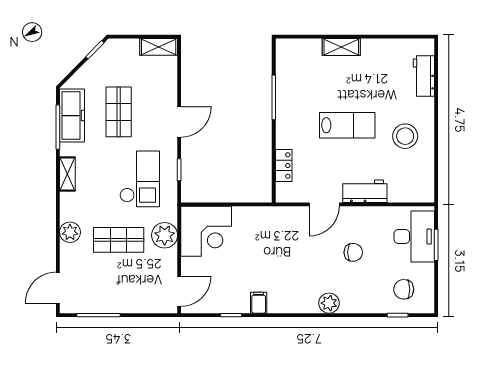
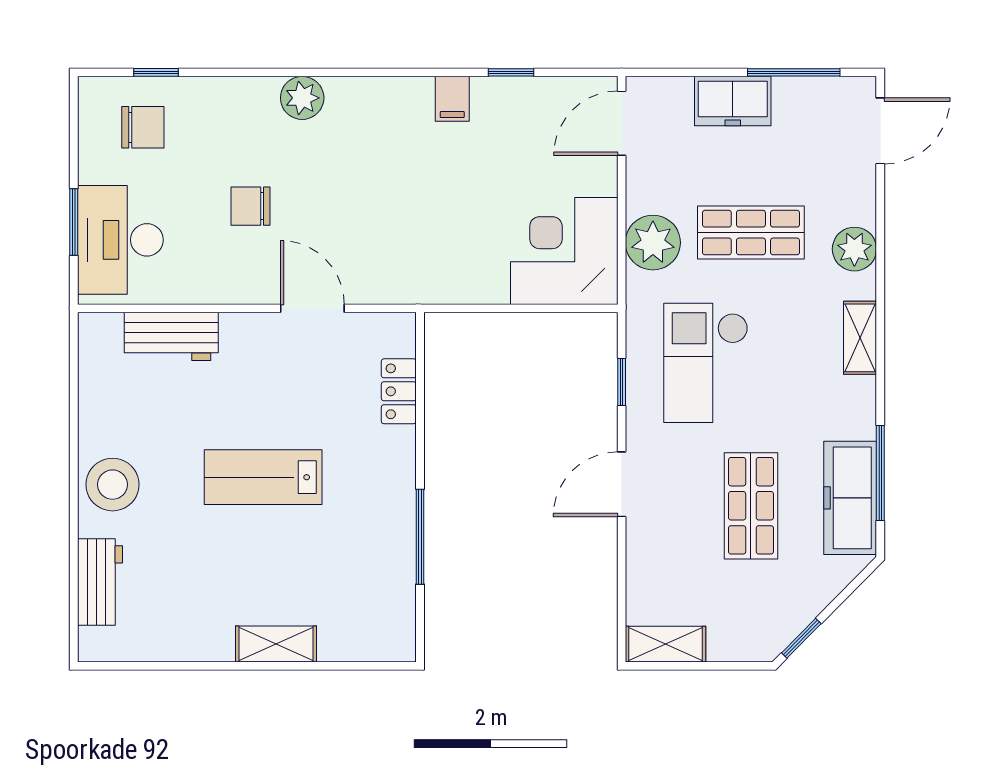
stool: (405, 136) -> (113, 485), moved
shelving: (67, 174) -> (860, 338), moved
workbench: (365, 191) -> (171, 336), moved
door: (324, 204) -> (312, 308), hinge flipped
freezer: (127, 302) -> (733, 101), added

